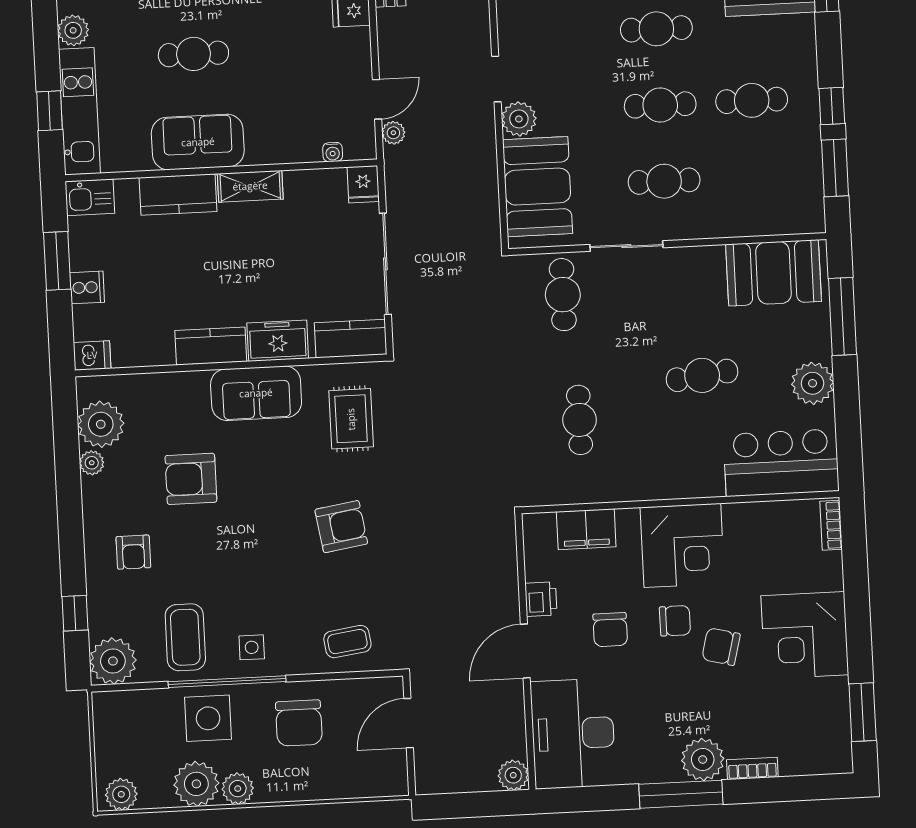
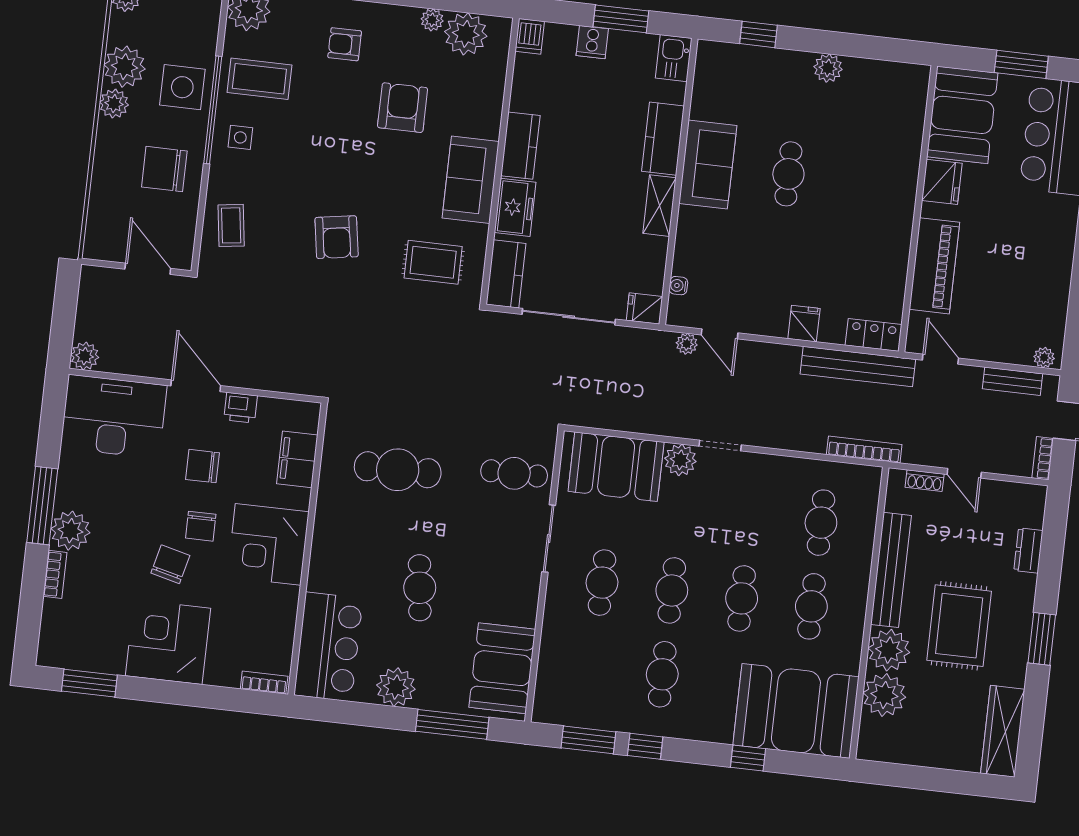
kitchen unit: (79, 111) -> (753, 62), removed
cafe table: (580, 420) -> (398, 470), width x1.37, depth x1.35

